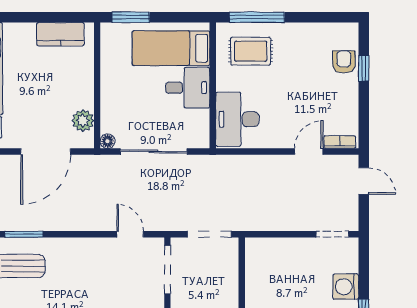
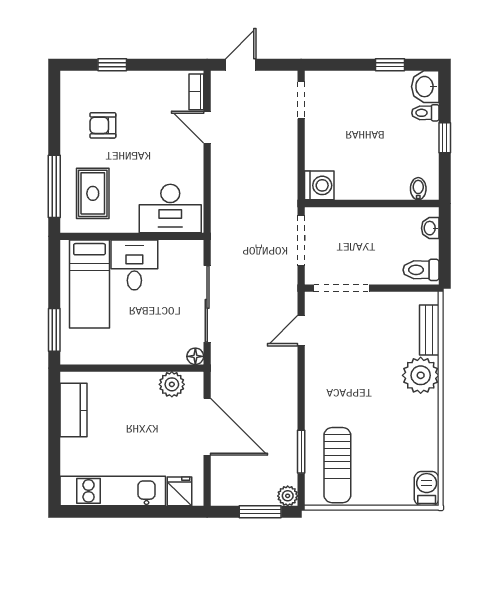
armchair: (344, 62) -> (103, 125), moved
washing machine: (346, 287) -> (319, 185), moved, turned -90

